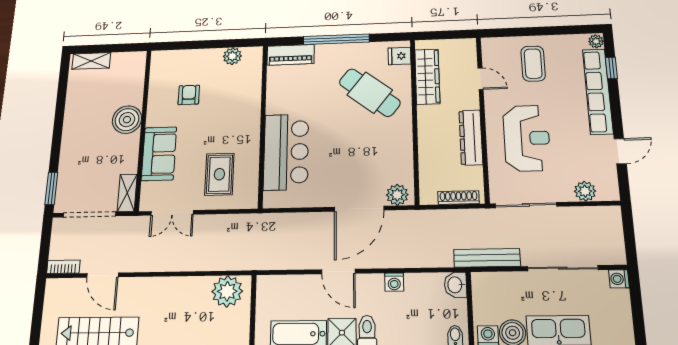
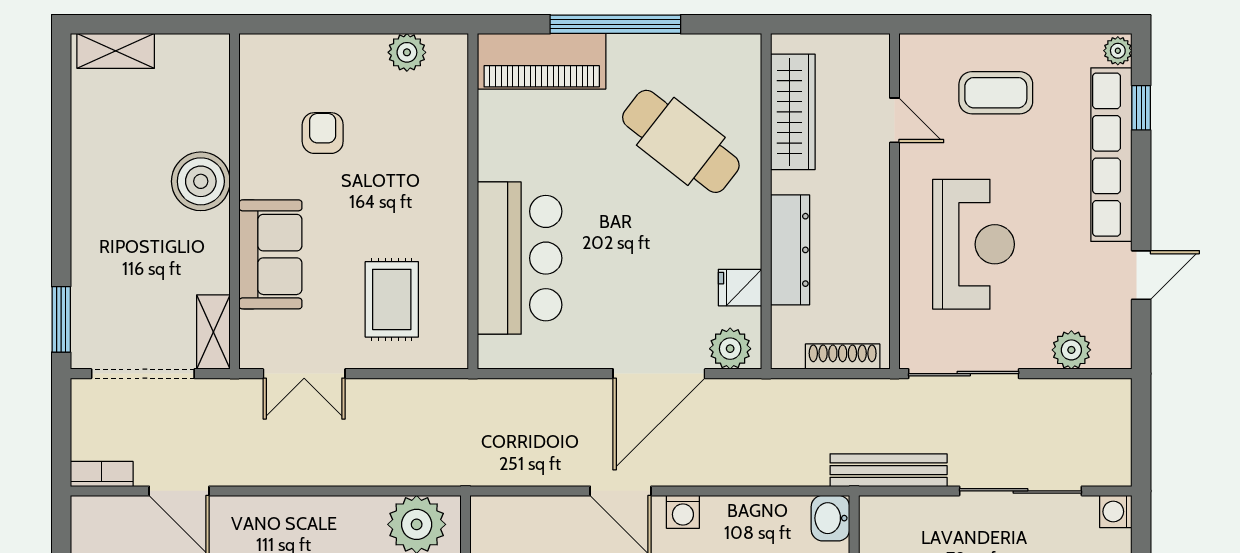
piano: (291, 55) -> (542, 61), width x1.37, depth x1.33
fridge: (399, 56) -> (740, 288), moved
coffee table: (533, 64) -> (996, 93), turned 90
dresser: (471, 138) -> (790, 250), moved, turned 180
washing machine: (394, 282) -> (683, 512), moved

